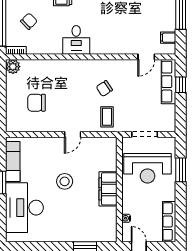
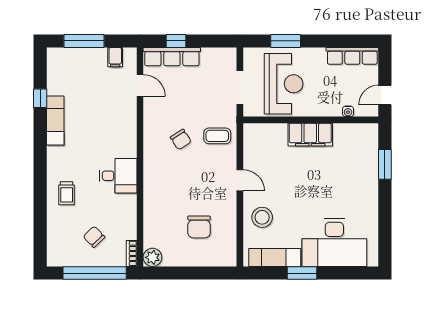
stool: (65, 181) -> (262, 217), moved

